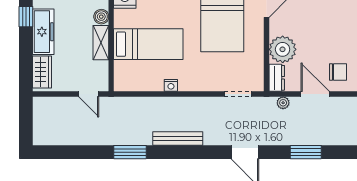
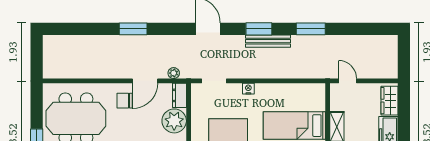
nightstand: (171, 85) -> (248, 89), moved
door: (315, 94) -> (145, 81), hinge flipped
window: (188, 152) -> (259, 29), added
window: (306, 152) -> (133, 29), moved

